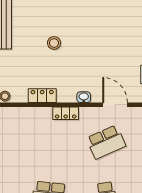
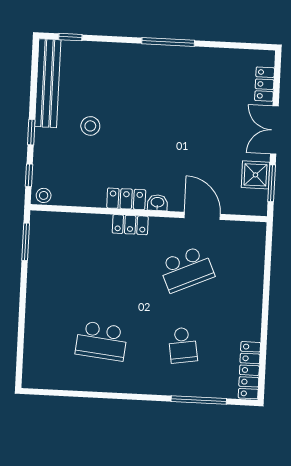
stool: (54, 43) -> (90, 126), moved
locker: (42, 96) -> (126, 199), moved

